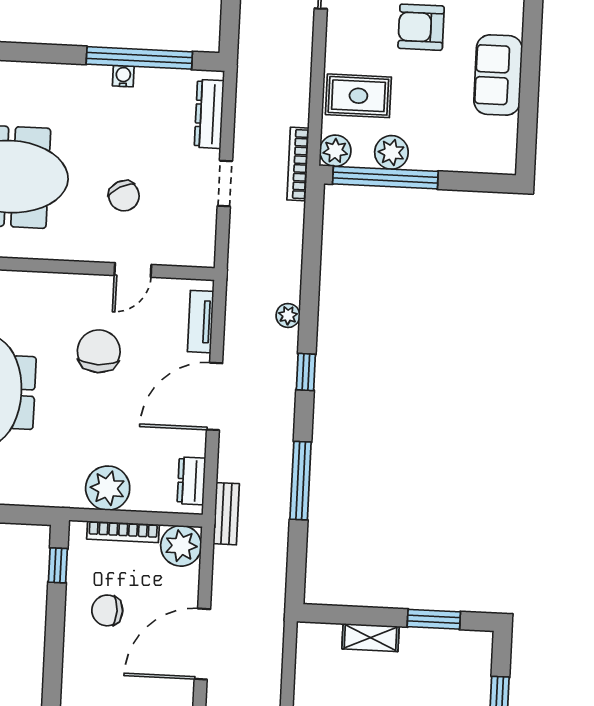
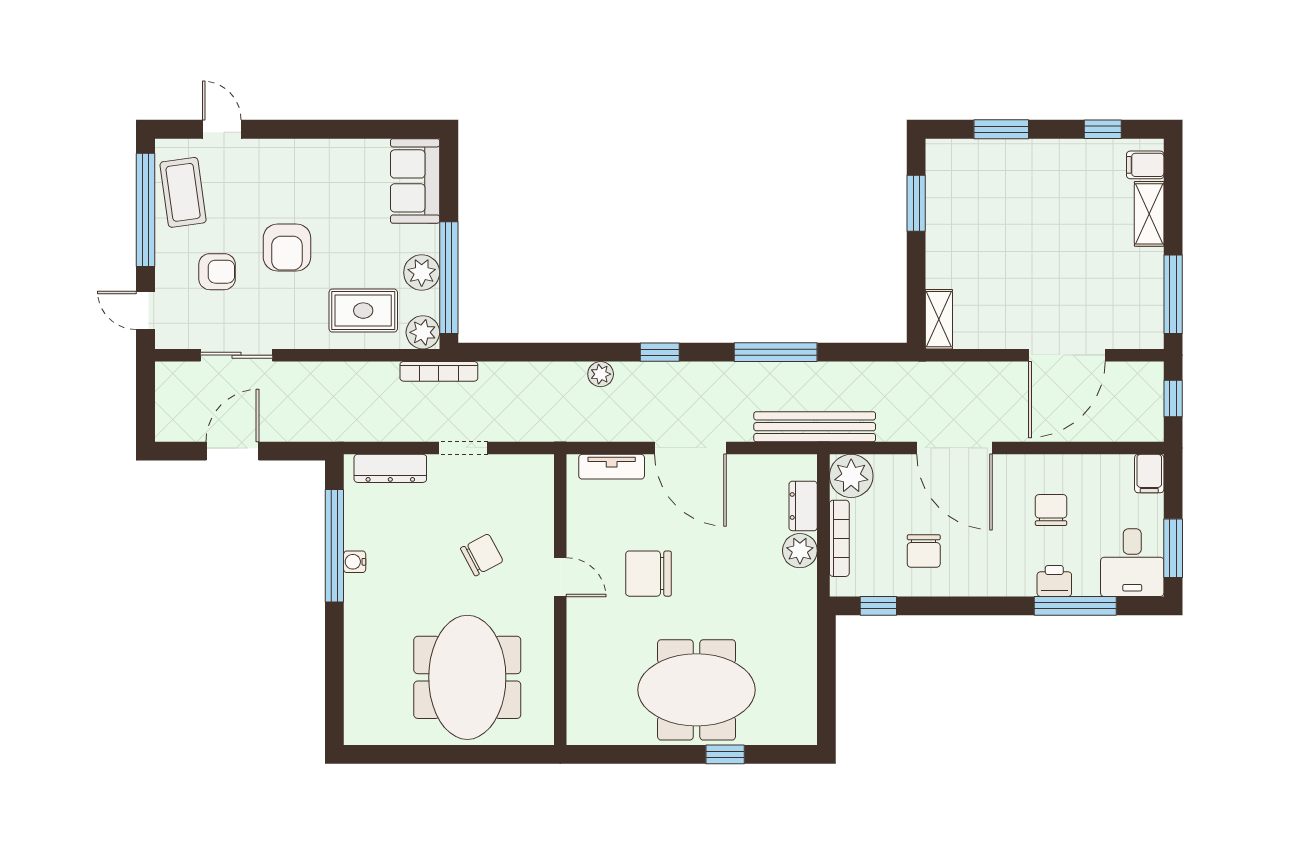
sofa: (498, 75) -> (415, 181), moved, turned 90
rug: (358, 96) -> (363, 311), turned 90
door: (133, 270) -> (560, 577), moved
dresser: (191, 481) -> (803, 506), moved, turned 90
plant: (108, 488) -> (800, 551), width x0.73, depth x0.73
bench: (226, 514) -> (815, 427), width x1.86, depth x1.21
shelving: (371, 638) -> (939, 319), moved

